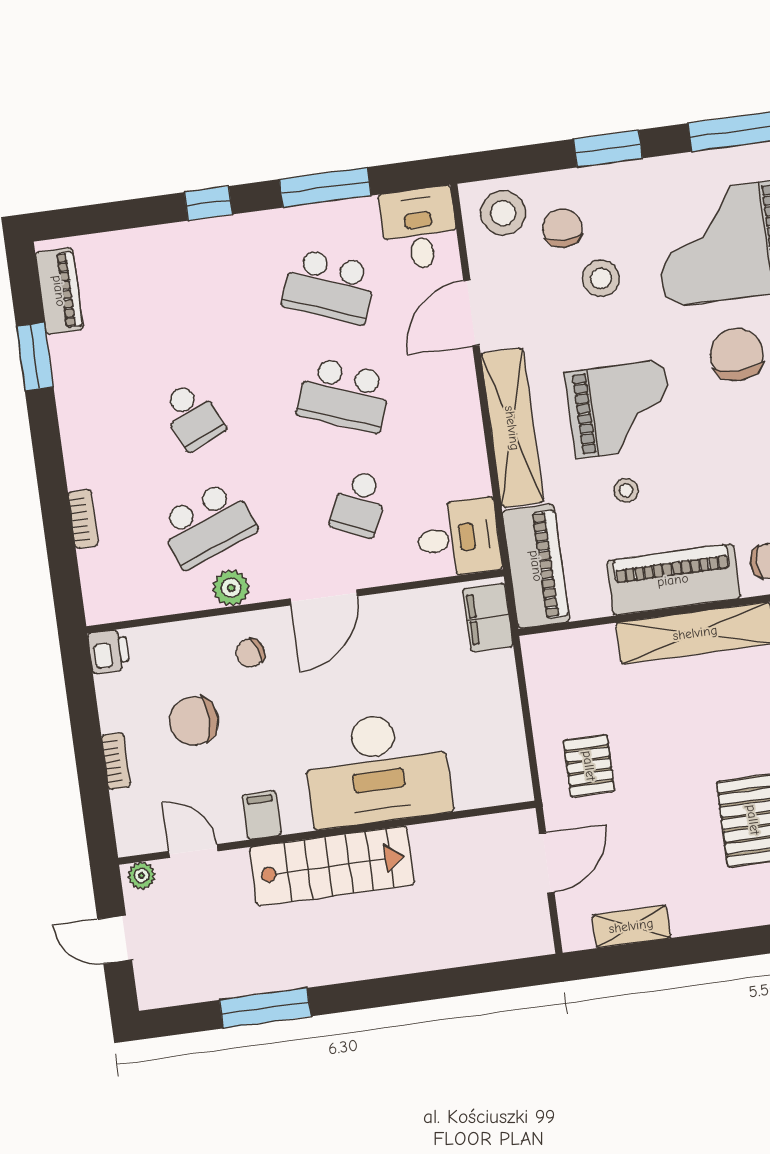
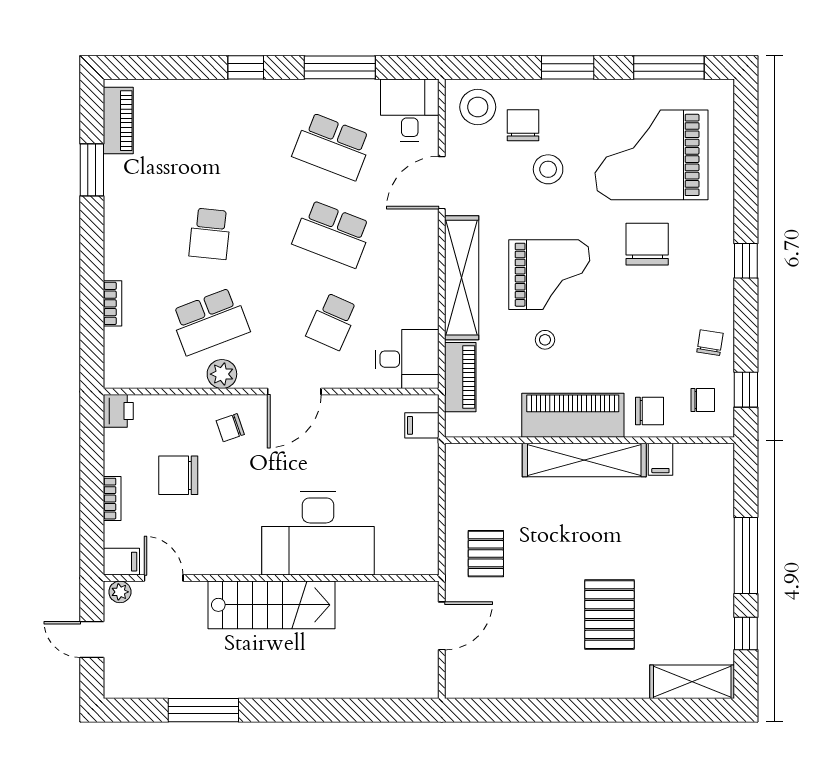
school desk: (192, 416) -> (210, 234), turned 30
piano: (536, 566) -> (460, 377), width x0.73, depth x0.75
filing cabinet: (488, 618) -> (422, 425), width x0.50
filing cabinet: (262, 815) -> (121, 562), moved, turned 90
shelving: (631, 926) -> (502, 685), removed

